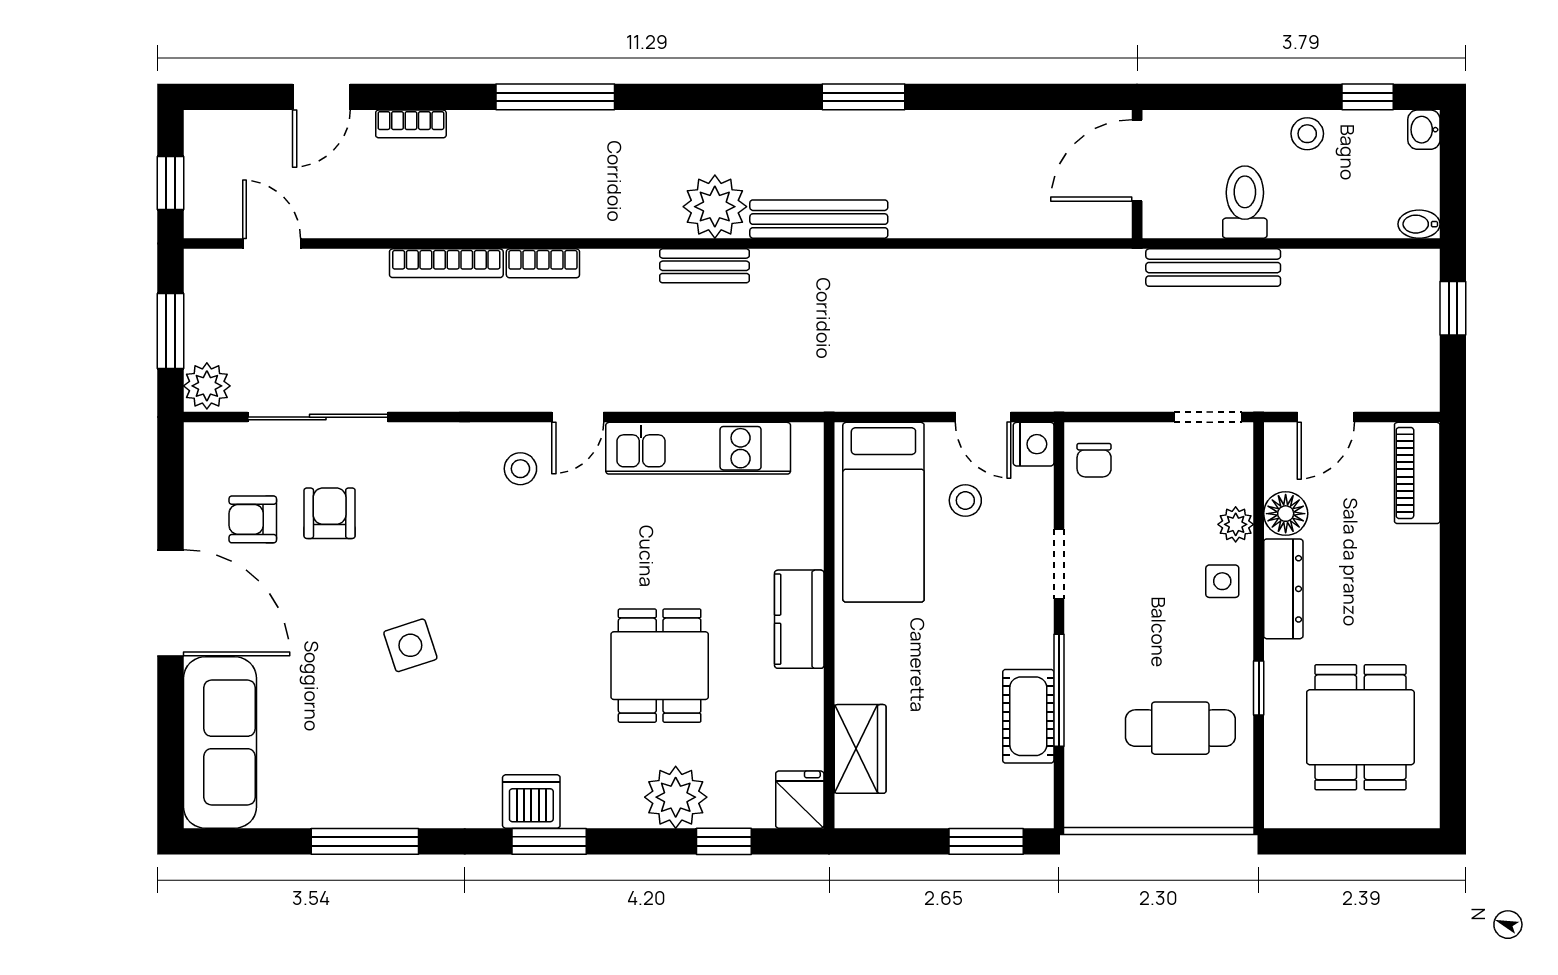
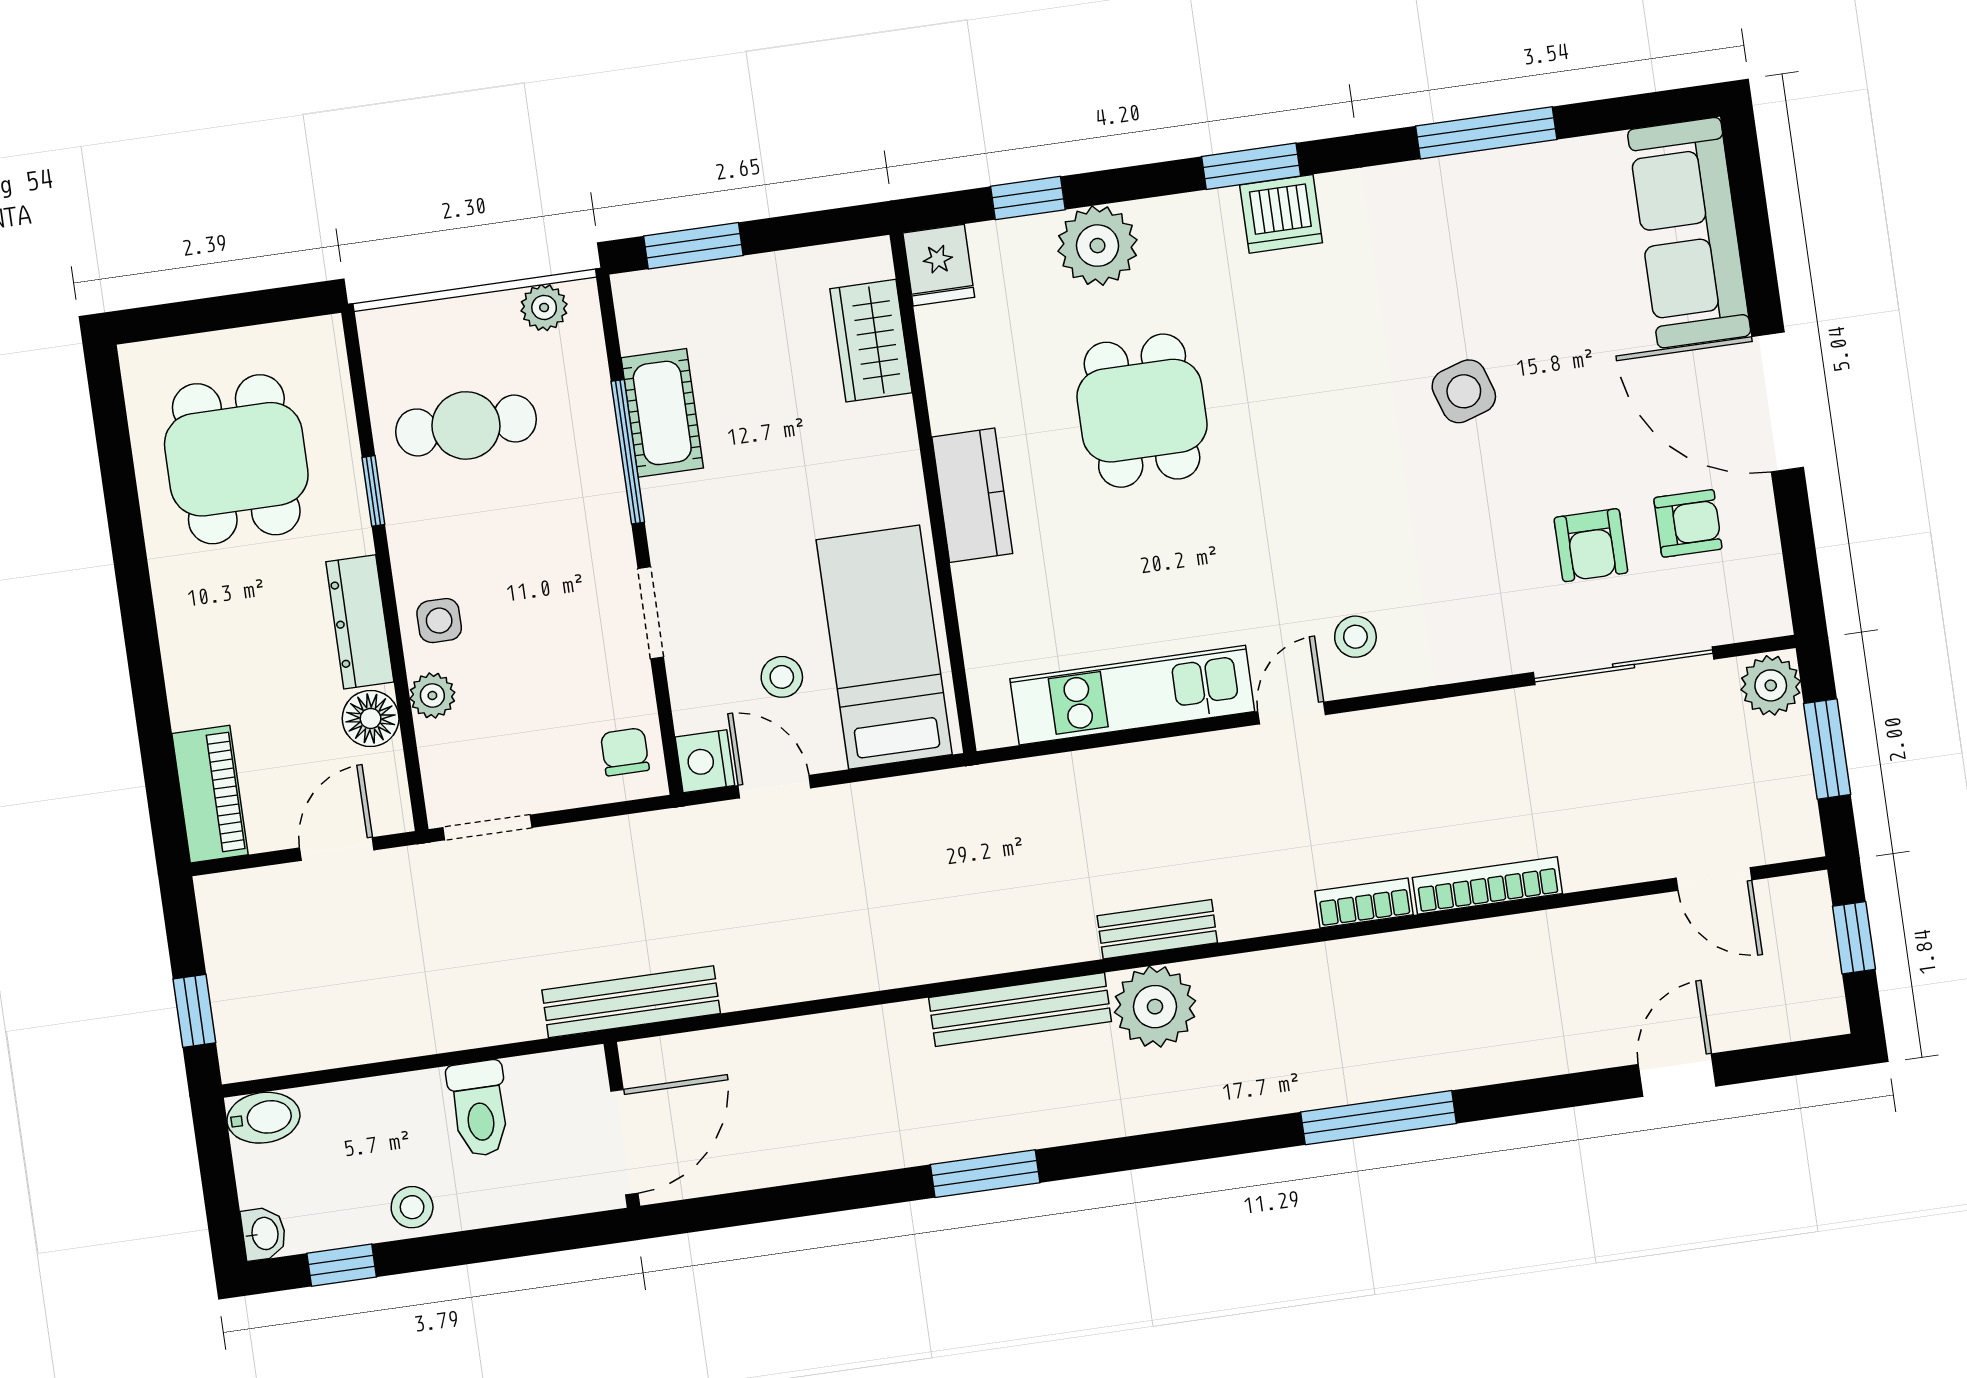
bookcase: (411, 124) -> (1558, 1057), removed
bidet: (1419, 224) -> (263, 1118), width x1.38, depth x1.36
bench: (1213, 268) -> (631, 1002), moved
plant: (1107, 810) -> (544, 307), added

